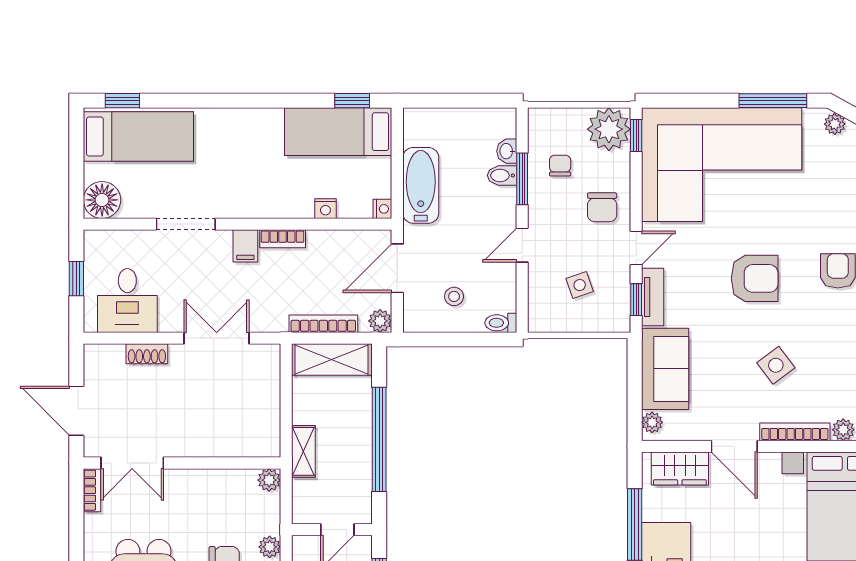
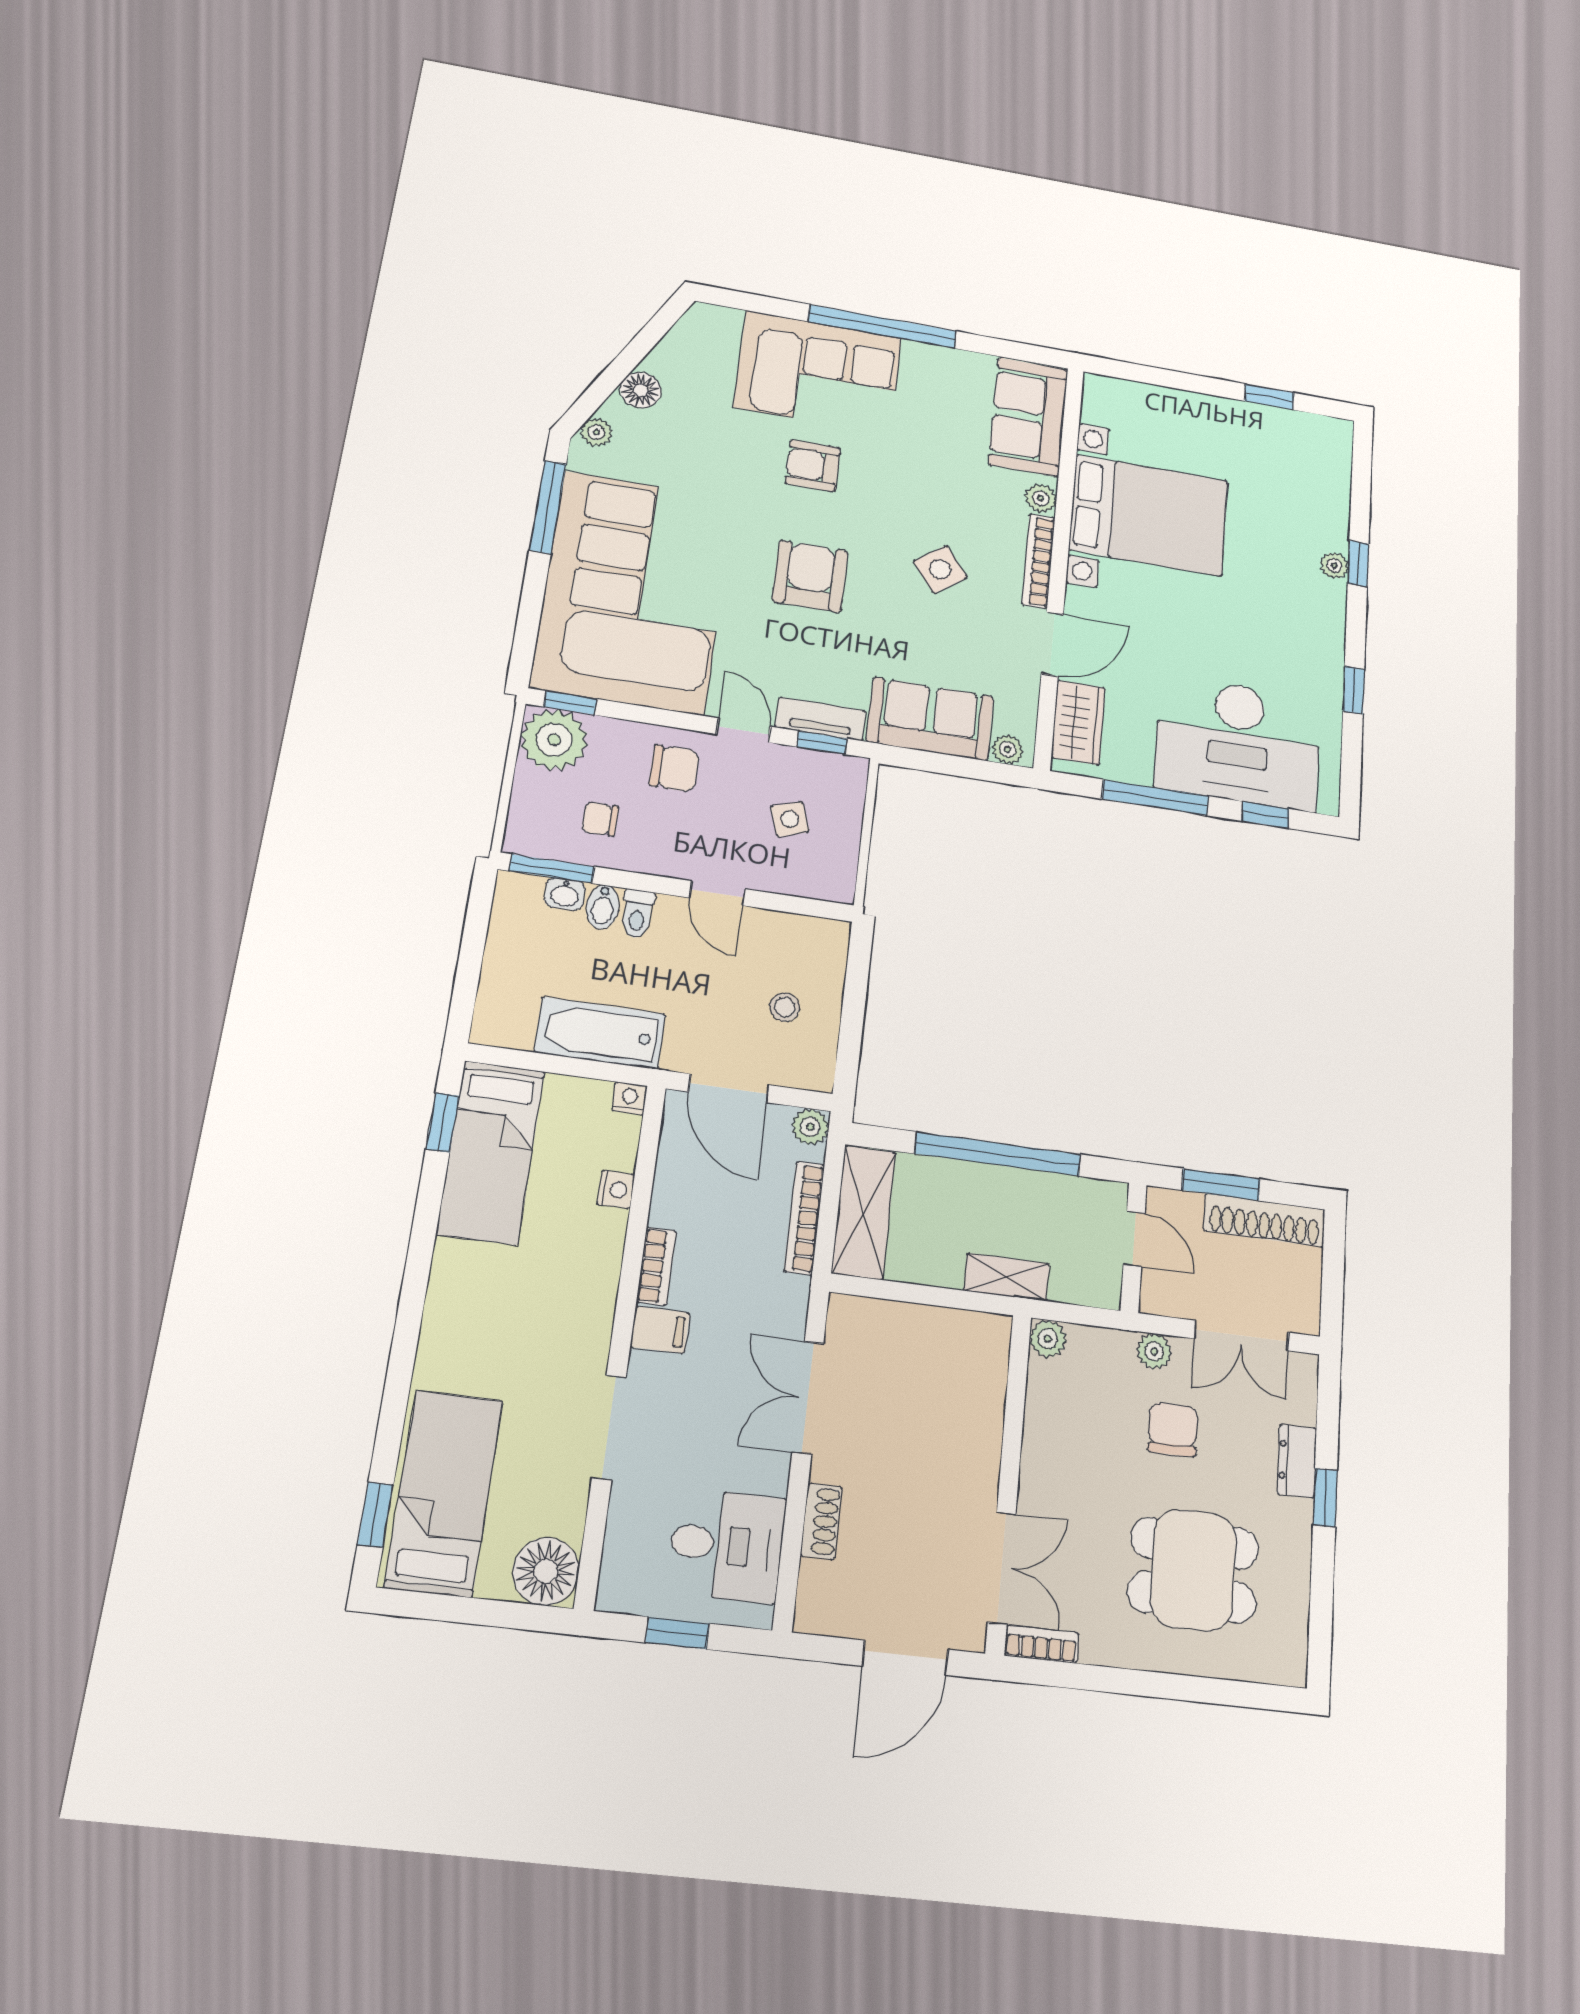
window: (522, 179) -> (552, 869), moved
toilet: (501, 323) -> (637, 914), moved

